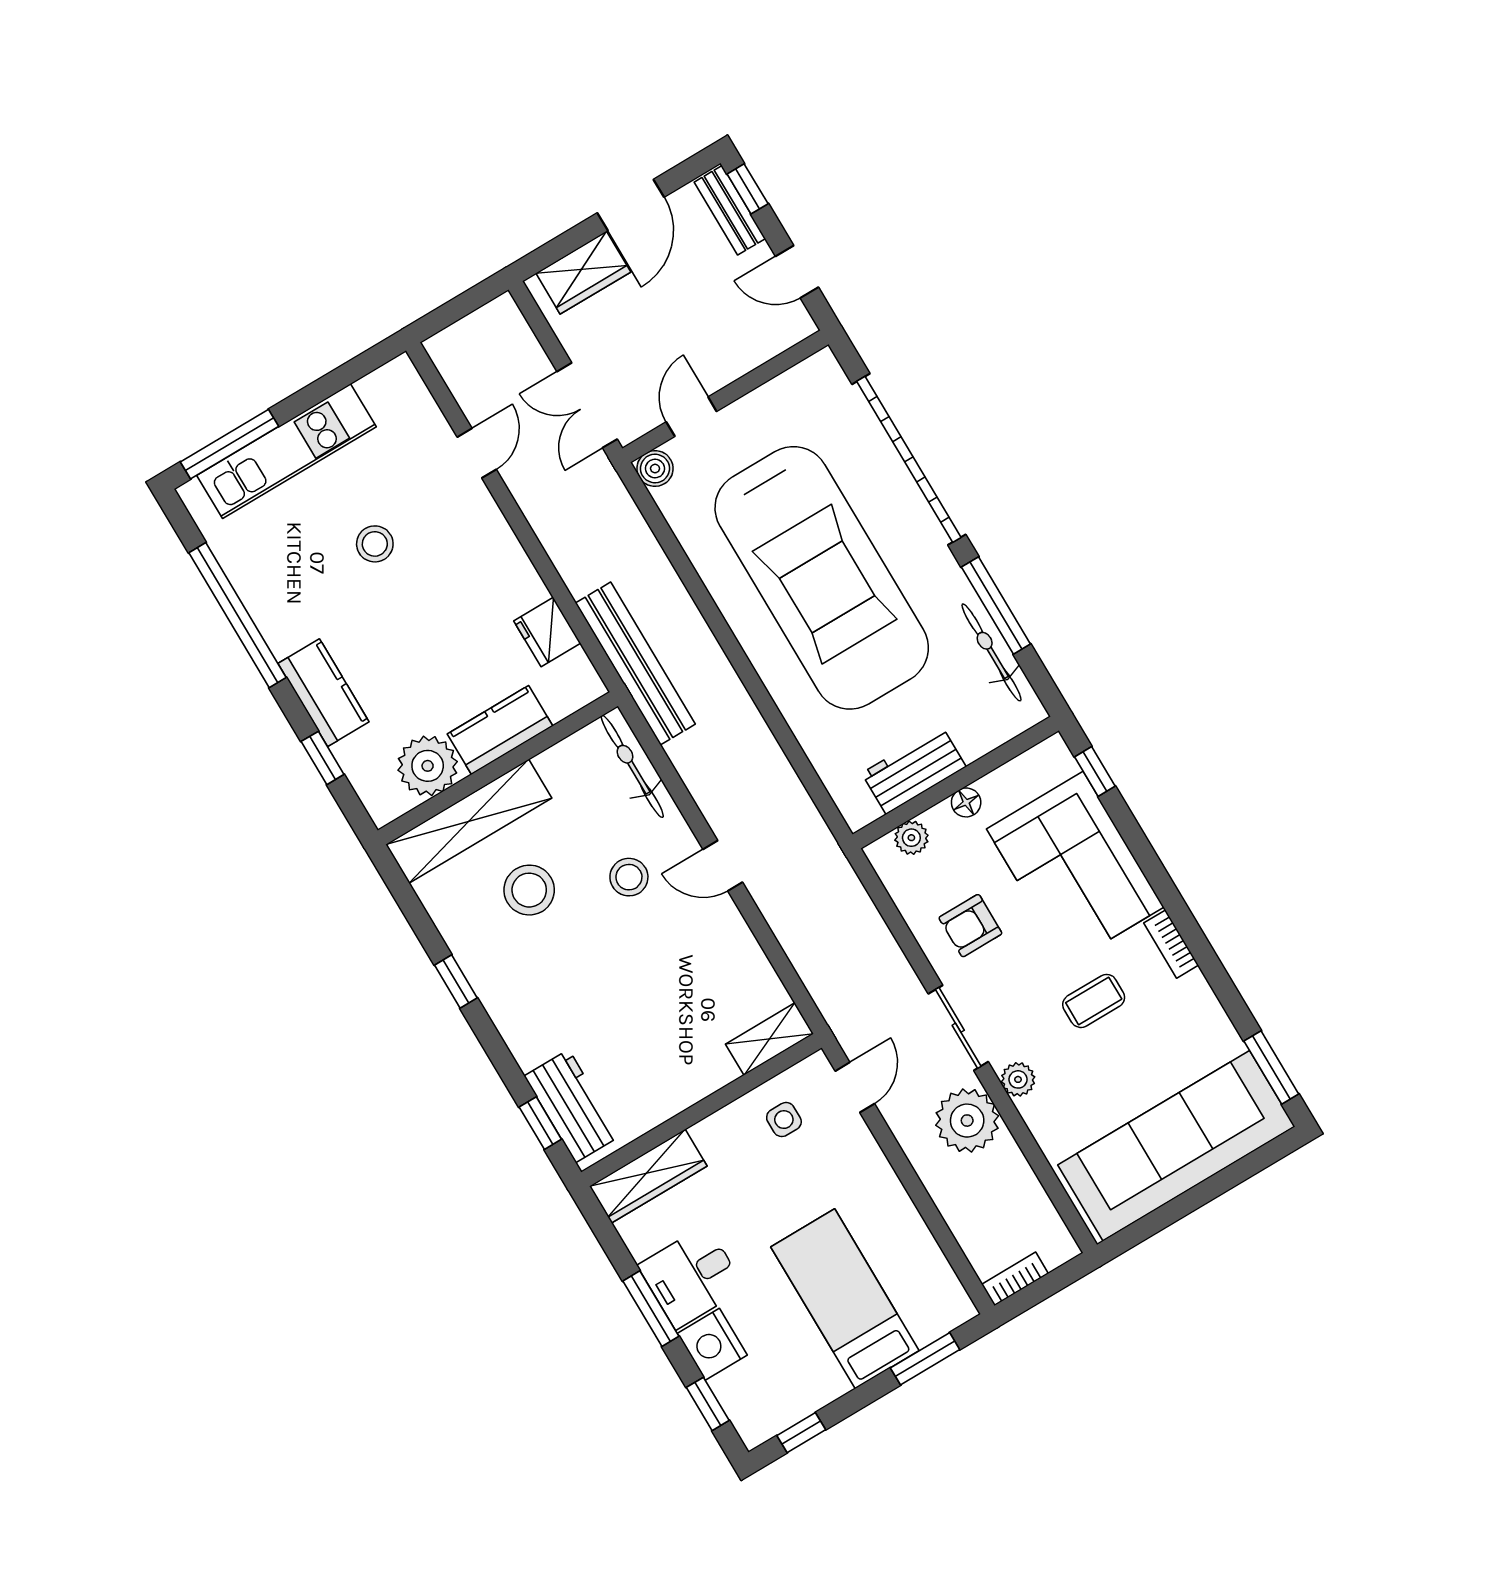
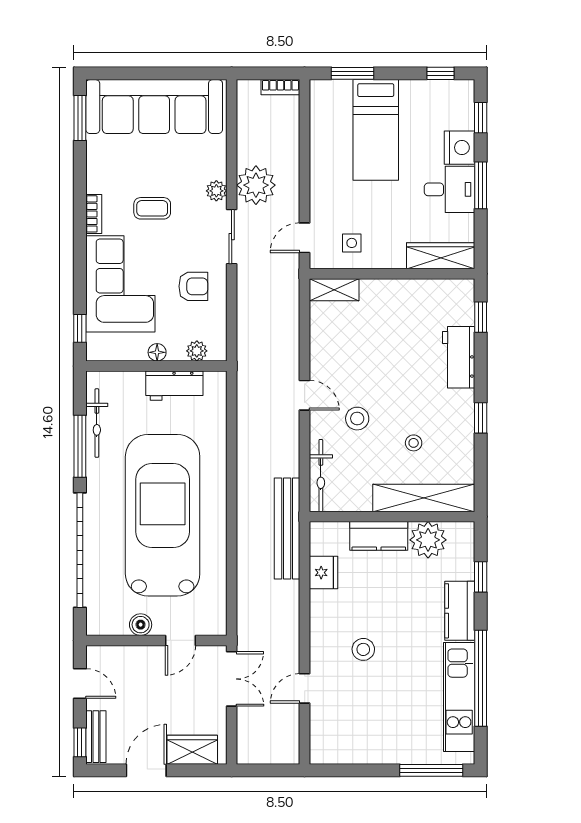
kitchen unit: (286, 451) -> (459, 697), moved, turned -90
boiler: (655, 469) -> (141, 625), moved
stool: (375, 544) -> (363, 649), moved
stool: (529, 890) -> (414, 443), width x0.53, depth x0.53
workbench: (572, 1106) -> (459, 357), moved

